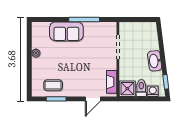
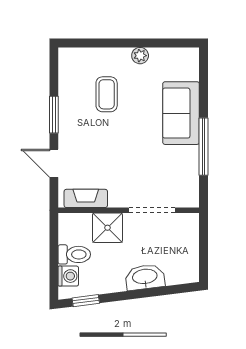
washbasin: (155, 61) -> (145, 277), moved
coffee table: (53, 85) -> (107, 94), moved
shower: (127, 89) -> (107, 228), moved
window: (56, 99) -> (54, 115), moved

